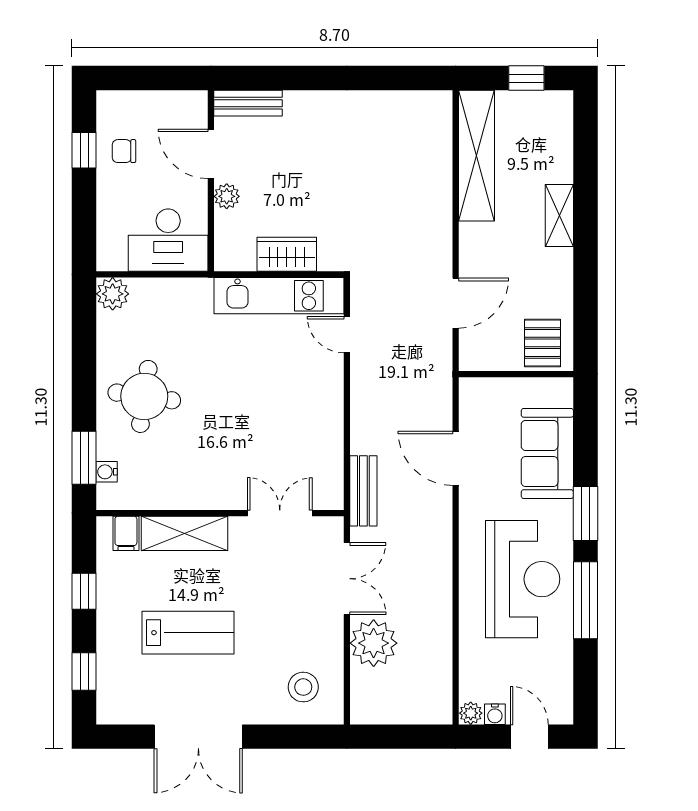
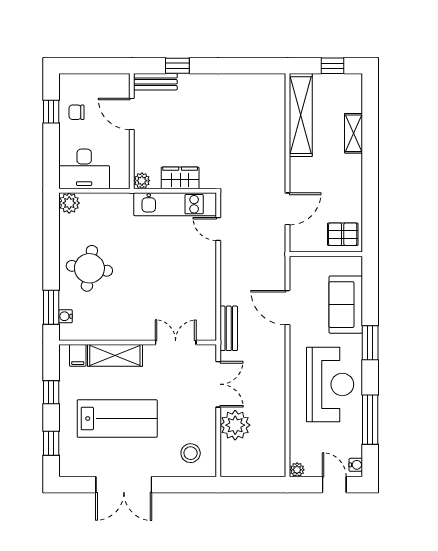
window: (283, 78) -> (177, 66), added
plant: (227, 196) -> (142, 181), moved
shelving: (559, 215) -> (353, 133), moved
desk: (168, 240) -> (84, 169), moved
pallet: (543, 343) -> (343, 234), turned 90
window: (586, 600) -> (370, 420), moved
lab bench: (188, 633) -> (117, 419), width x1.36, depth x1.39
water cooler: (495, 714) -> (356, 465), moved, turned -90

